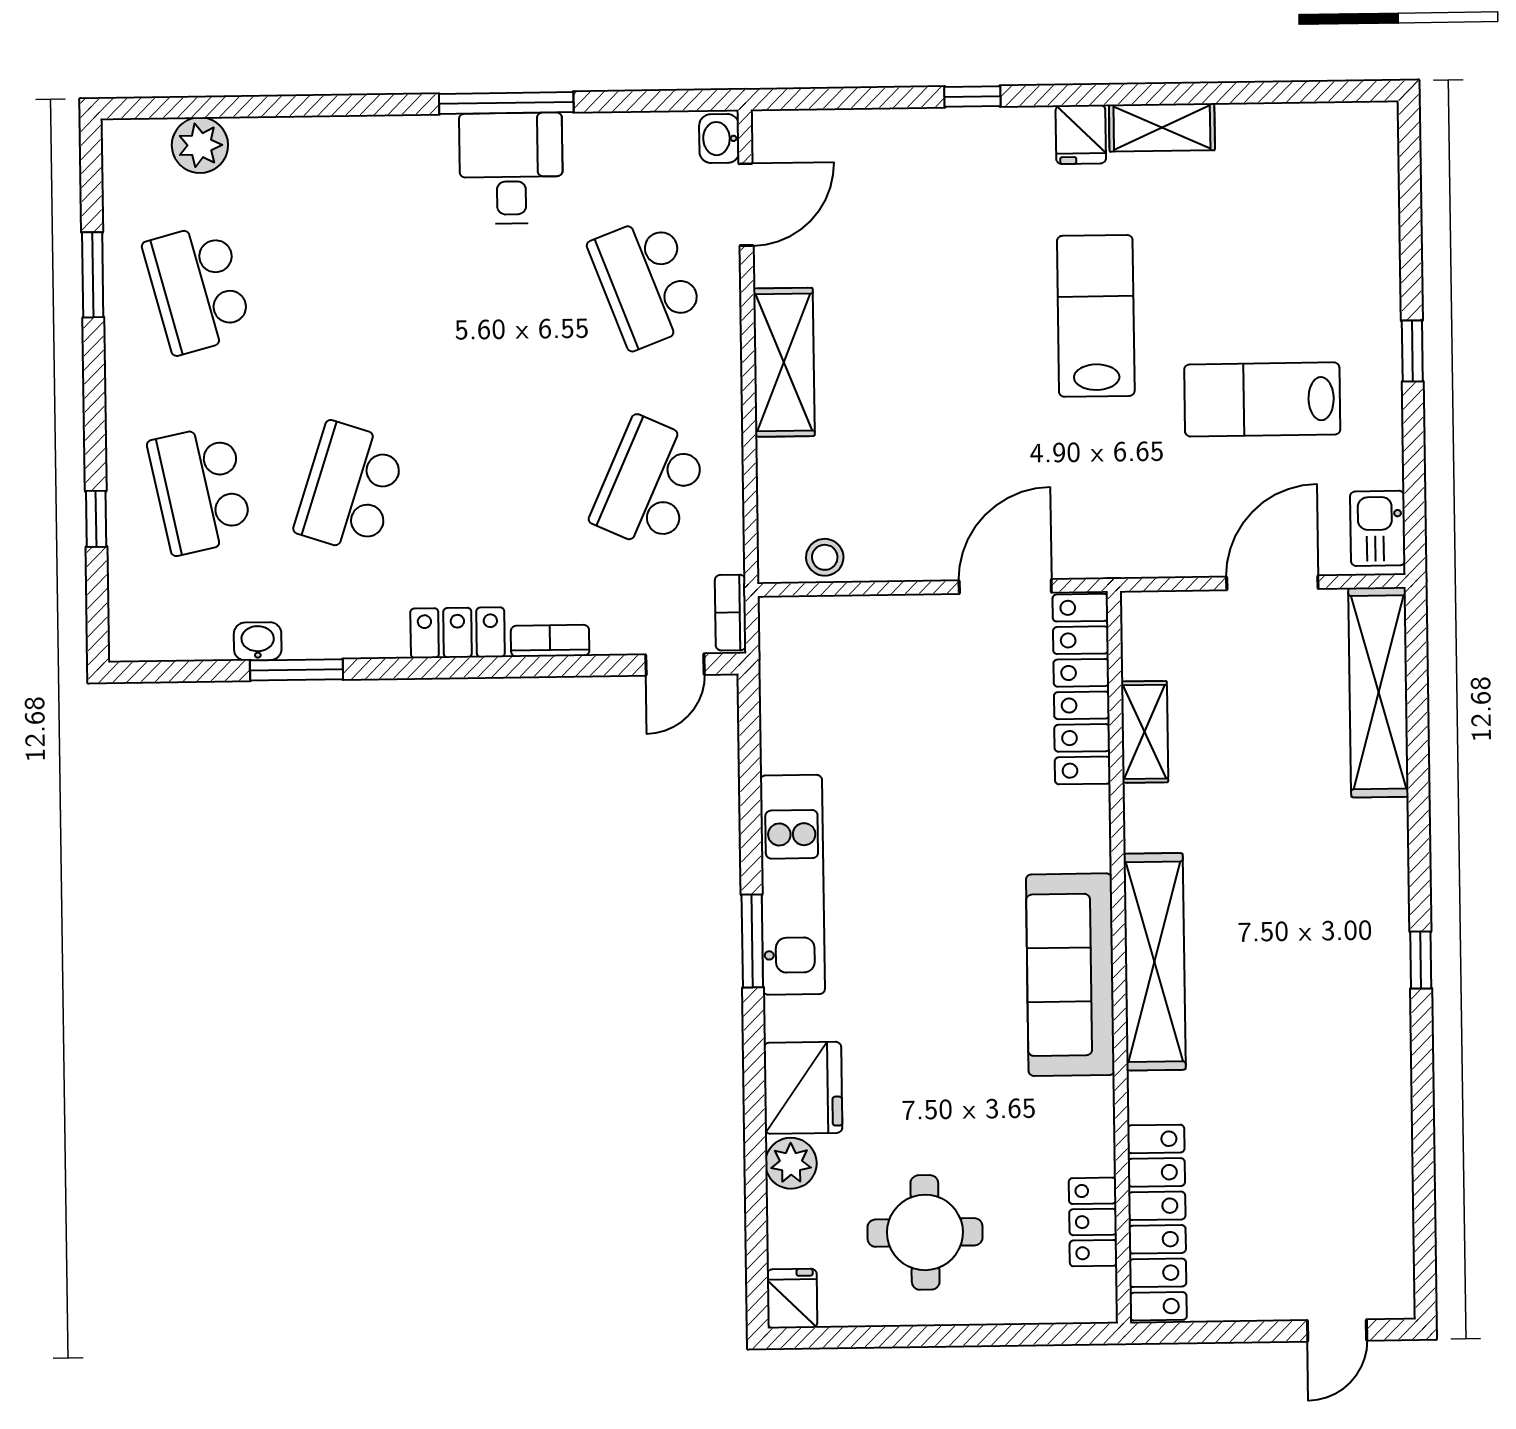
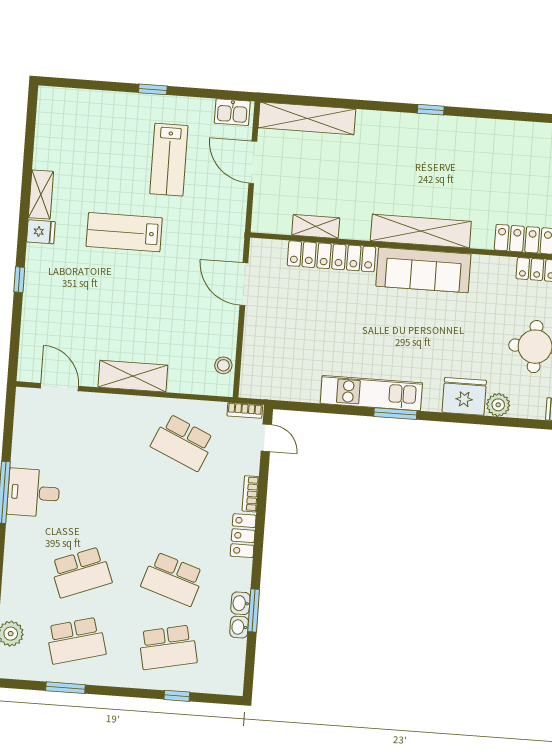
washbasin: (719, 139) -> (240, 603), moved, turned 90
school desk: (647, 282) -> (81, 572), moved
locker: (1082, 689) -> (331, 256), moved

